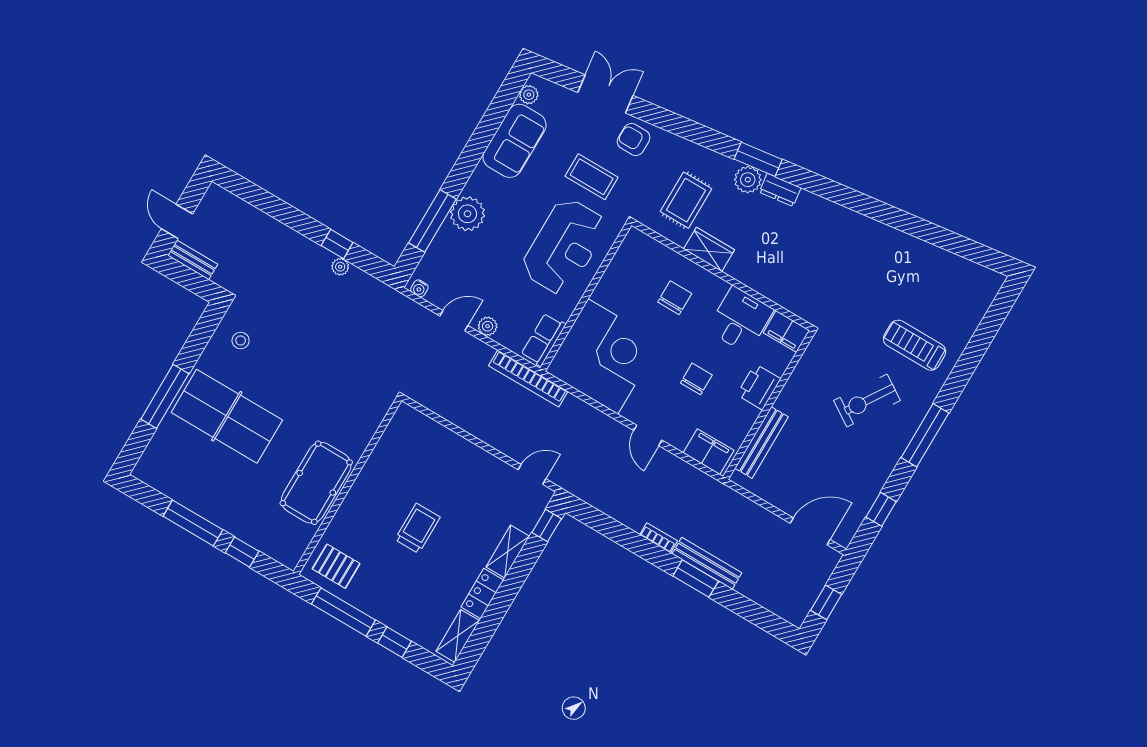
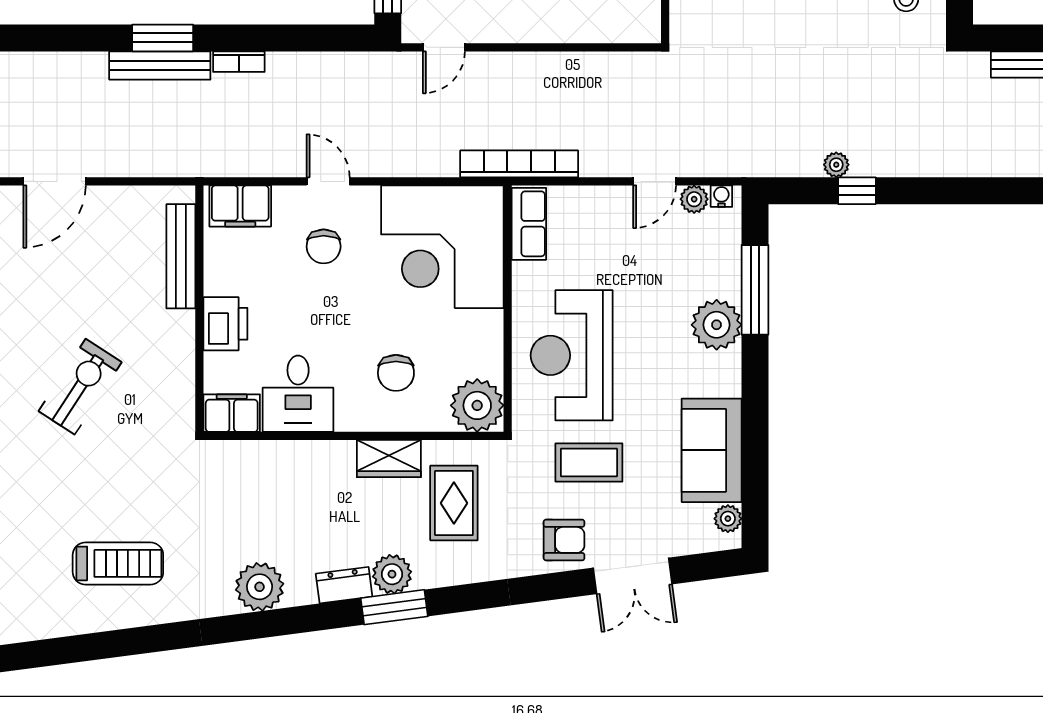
plant: (831, 219) -> (260, 587), added
plant: (638, 250) -> (477, 405), added
plant: (488, 326) -> (694, 199), moved
treadmill: (915, 345) -> (118, 563), moved
chair: (696, 379) -> (324, 246), moved

